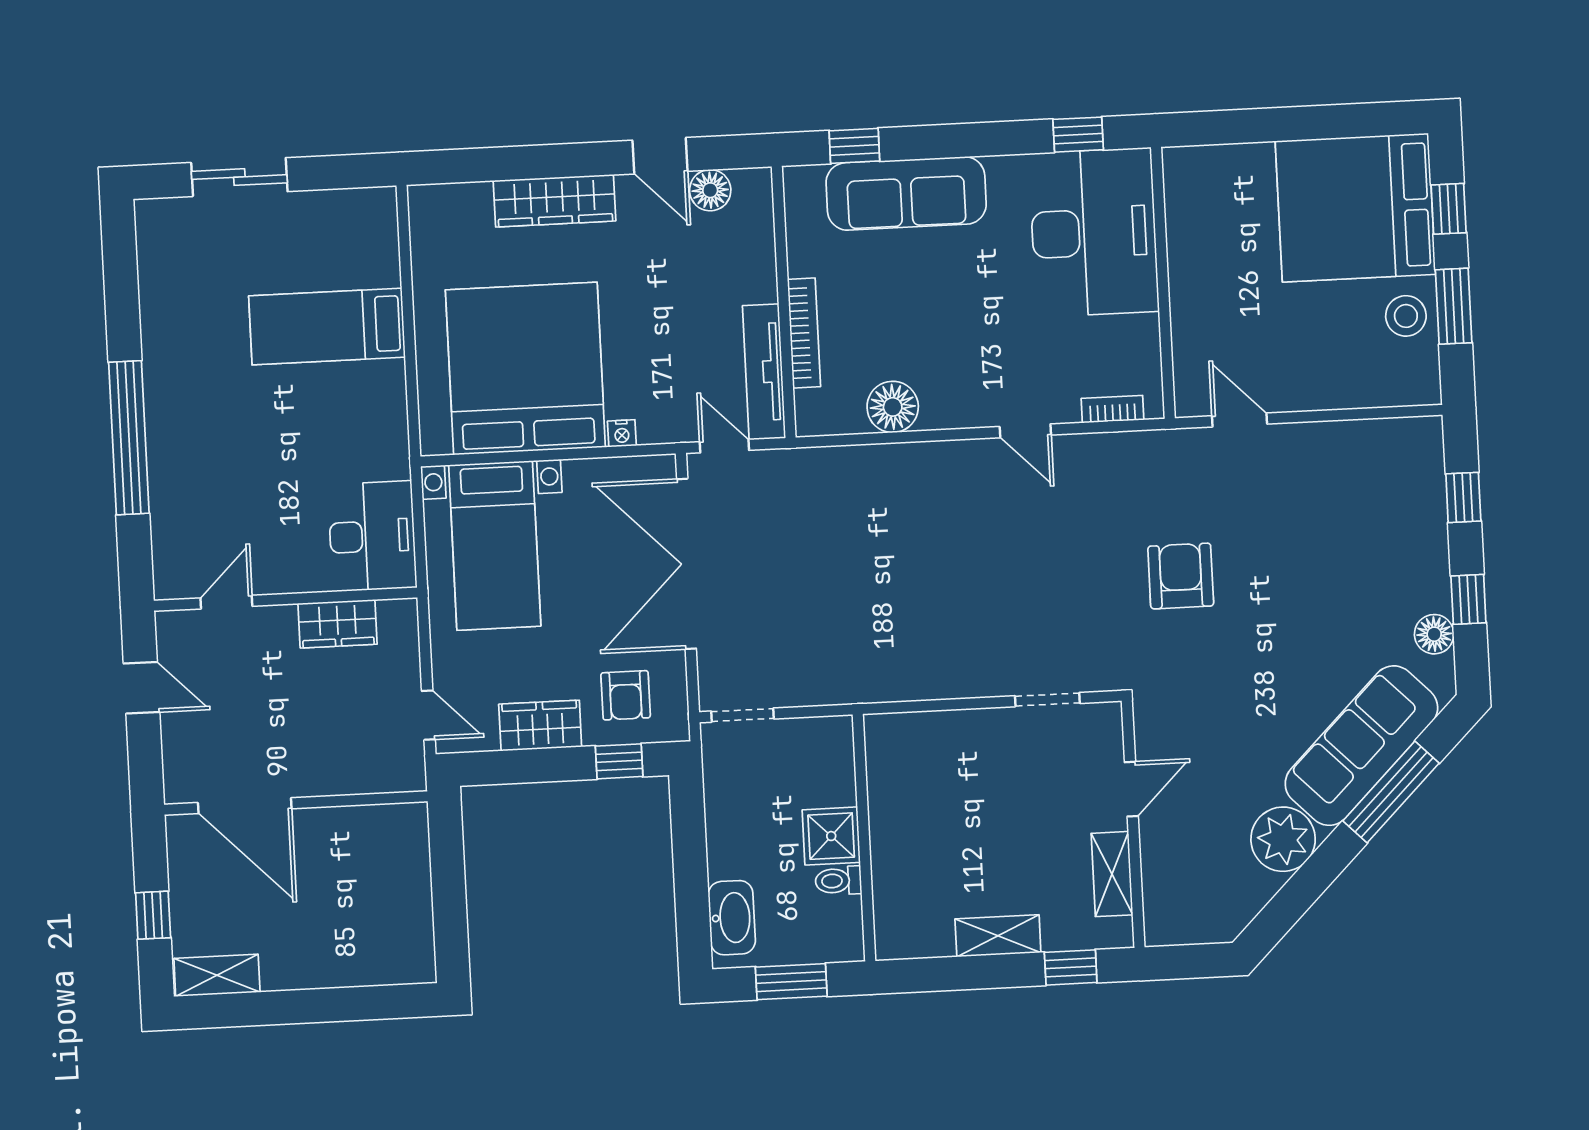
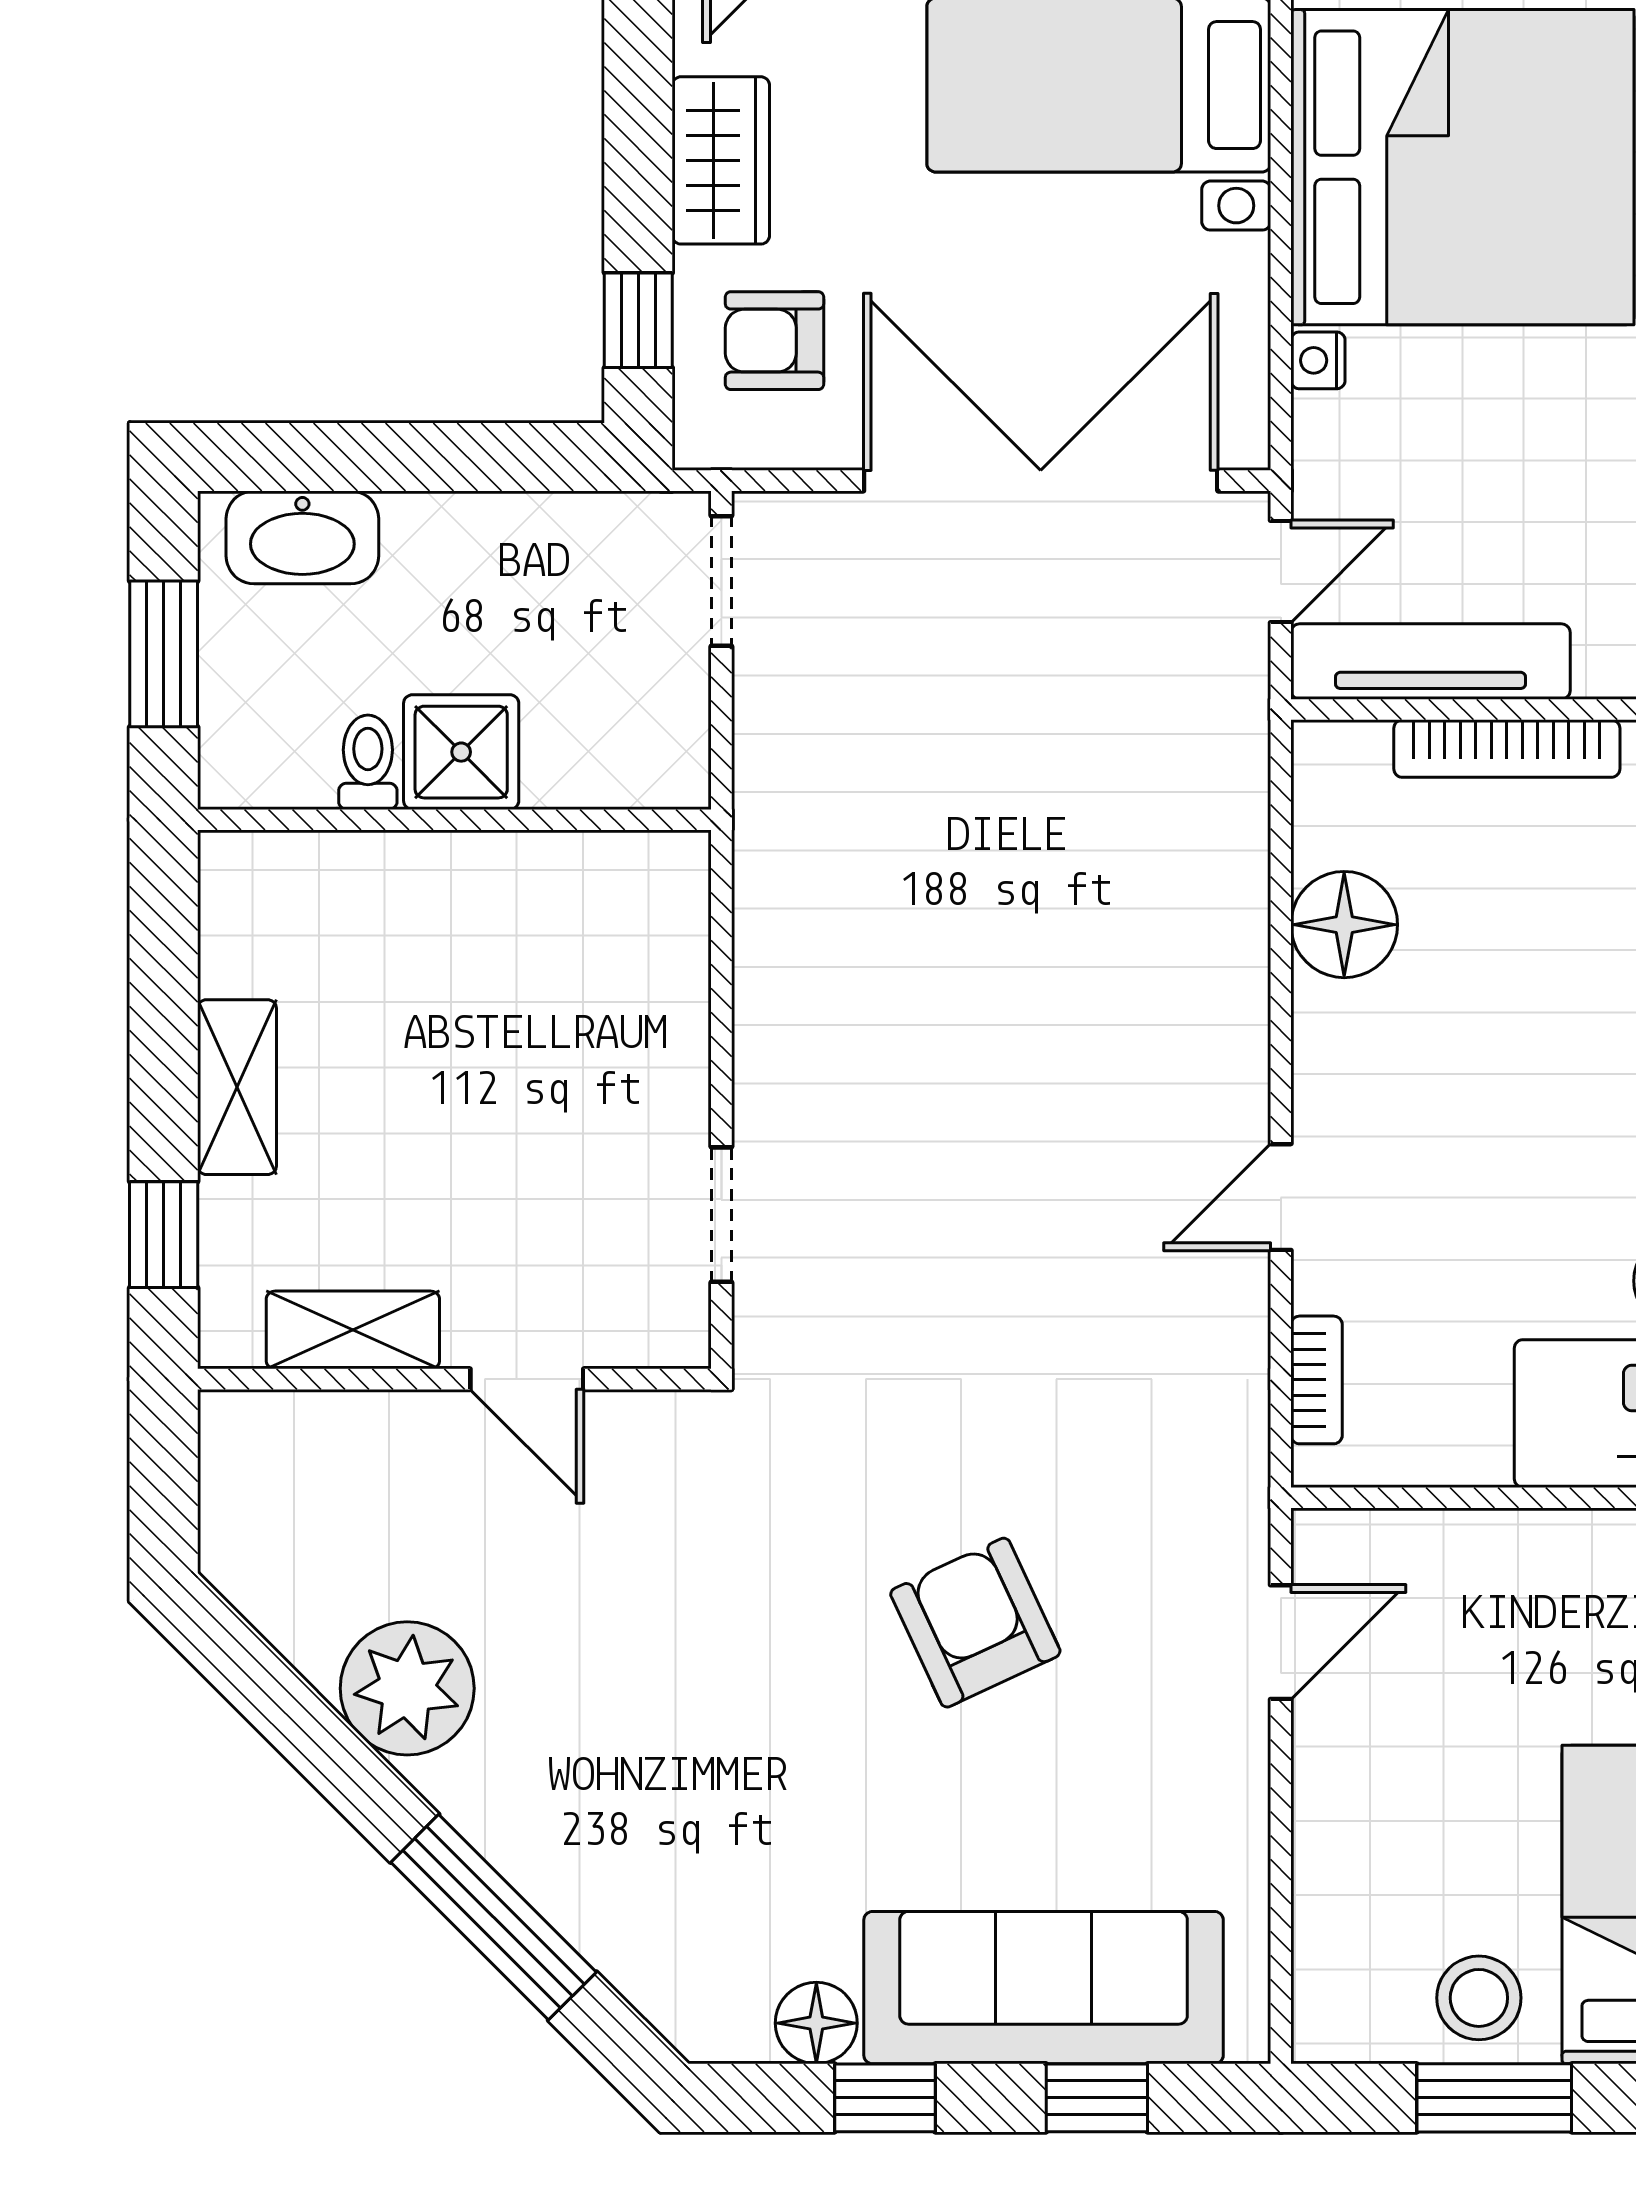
armchair: (1181, 576) -> (975, 1623), moved, turned -115
sofa: (1361, 746) -> (1044, 1988), moved, turned -45

